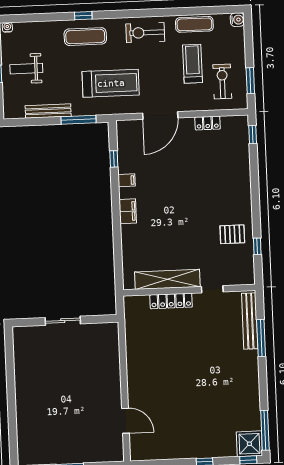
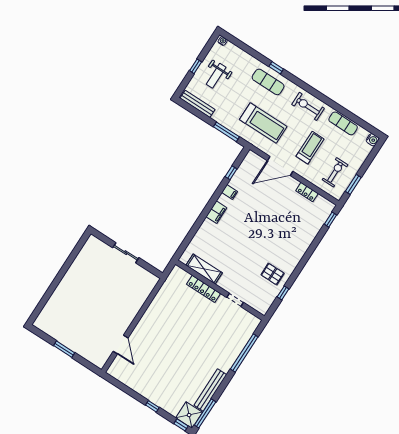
treadmill: (192, 64) -> (310, 148), moved
weight bench: (26, 69) -> (216, 76), turned -90
bench: (48, 111) -> (198, 104), moved
shelving: (167, 279) -> (204, 269), width x0.68
bench: (250, 321) -> (210, 390), moved
window: (261, 338) -> (244, 353), width x1.46

